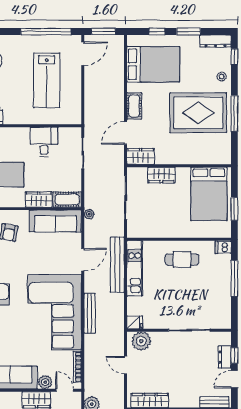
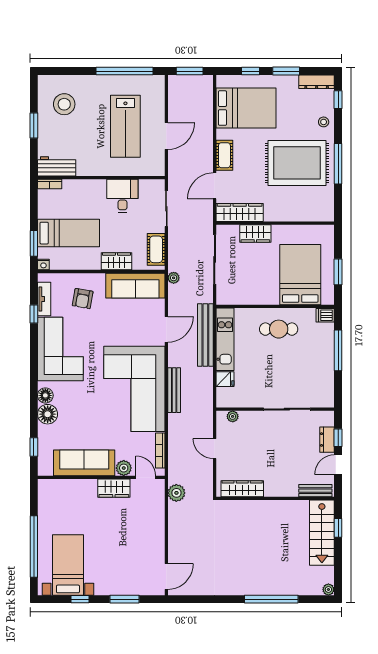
door: (83, 54) -> (166, 136), moved
wardrobe: (141, 156) -> (240, 213), width x1.50
bed: (209, 194) -> (300, 275), moved, turned 180
cot: (67, 200) -> (156, 249), moved, turned 90
fridge: (135, 322) -> (225, 379), moved
plant: (141, 341) -> (233, 416), width x0.53, depth x0.53

